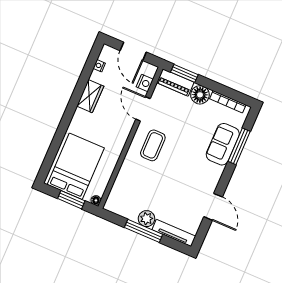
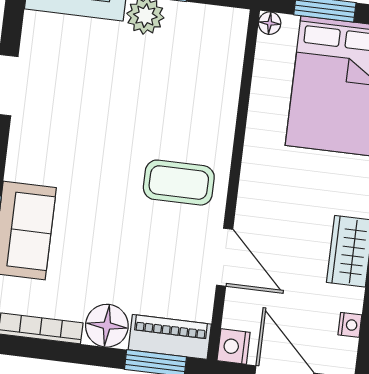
nightstand: (145, 83) -> (234, 347), moved
coffee table: (153, 145) -> (179, 183), turned 90

